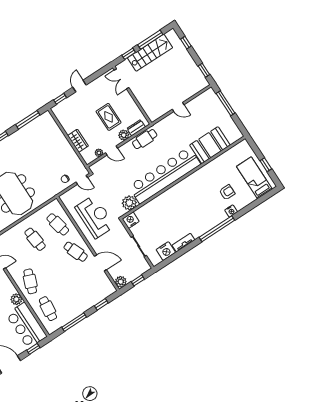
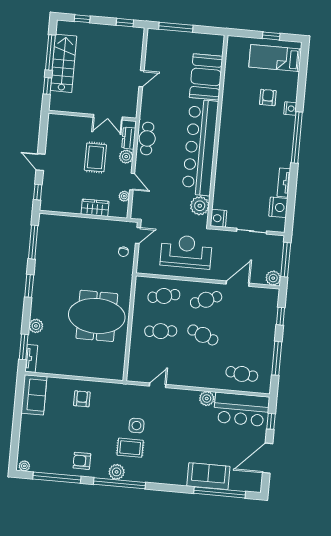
double door: (122, 79) -> (108, 117), moved
rug: (109, 117) -> (95, 157), turned 90
door: (112, 151) -> (132, 182), hinge flipped
window: (138, 280) -> (286, 260), width x2.17
cafe table: (30, 281) -> (203, 335), moved

